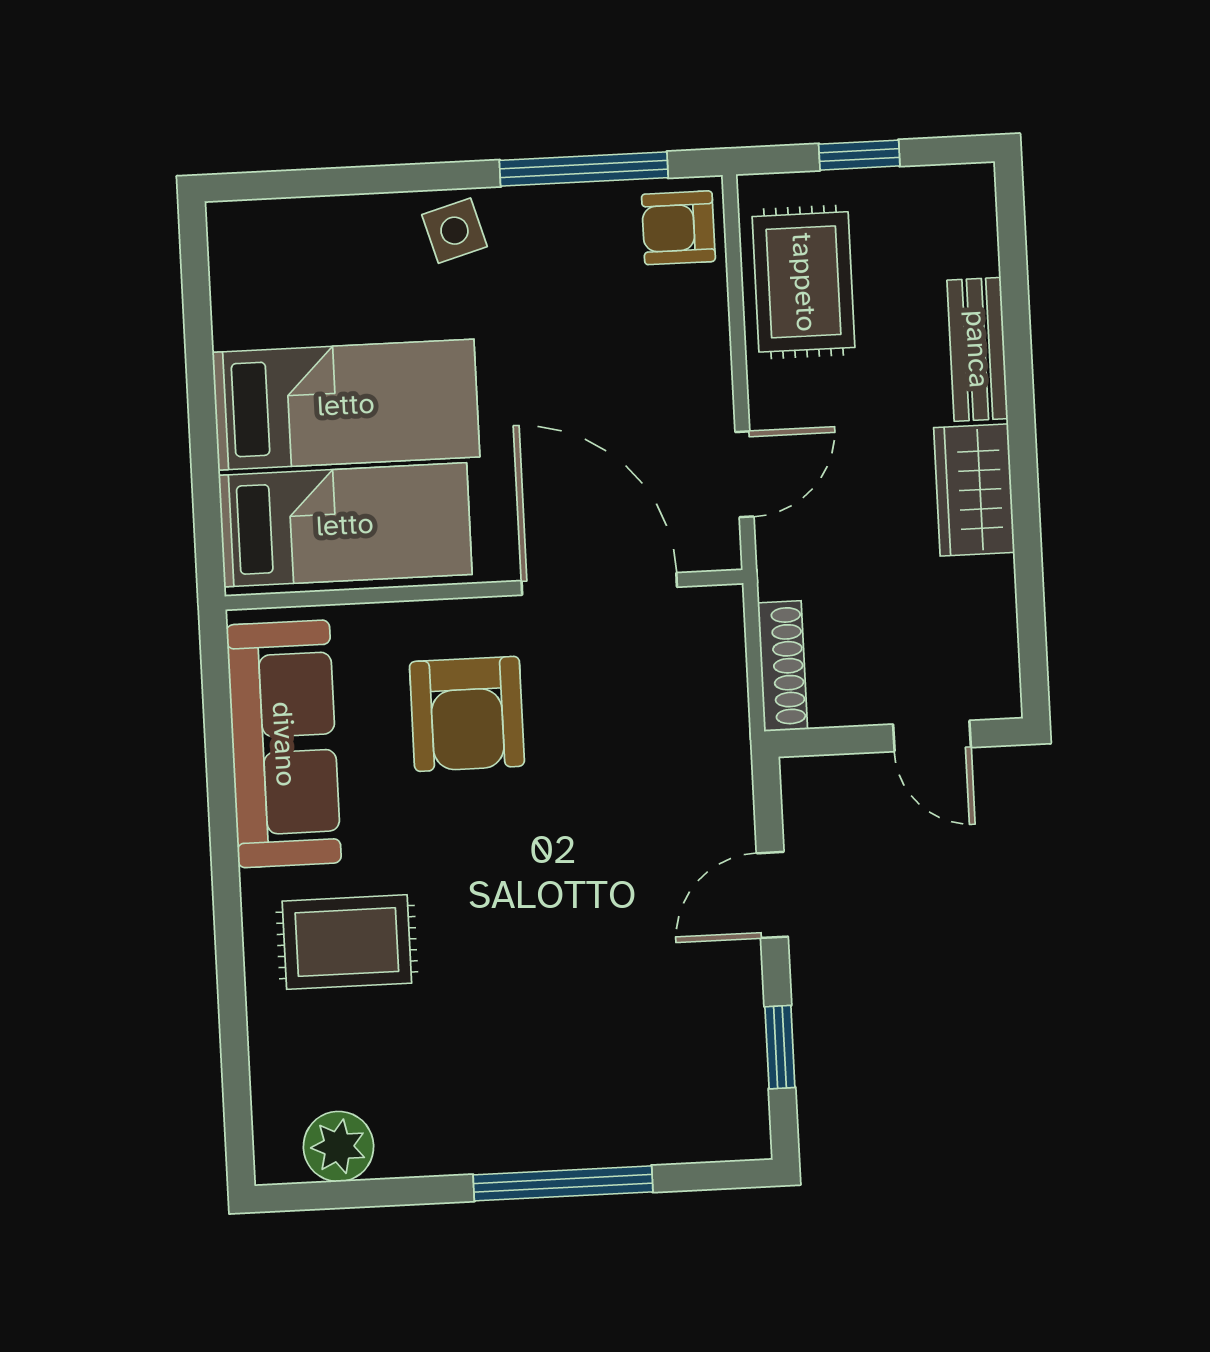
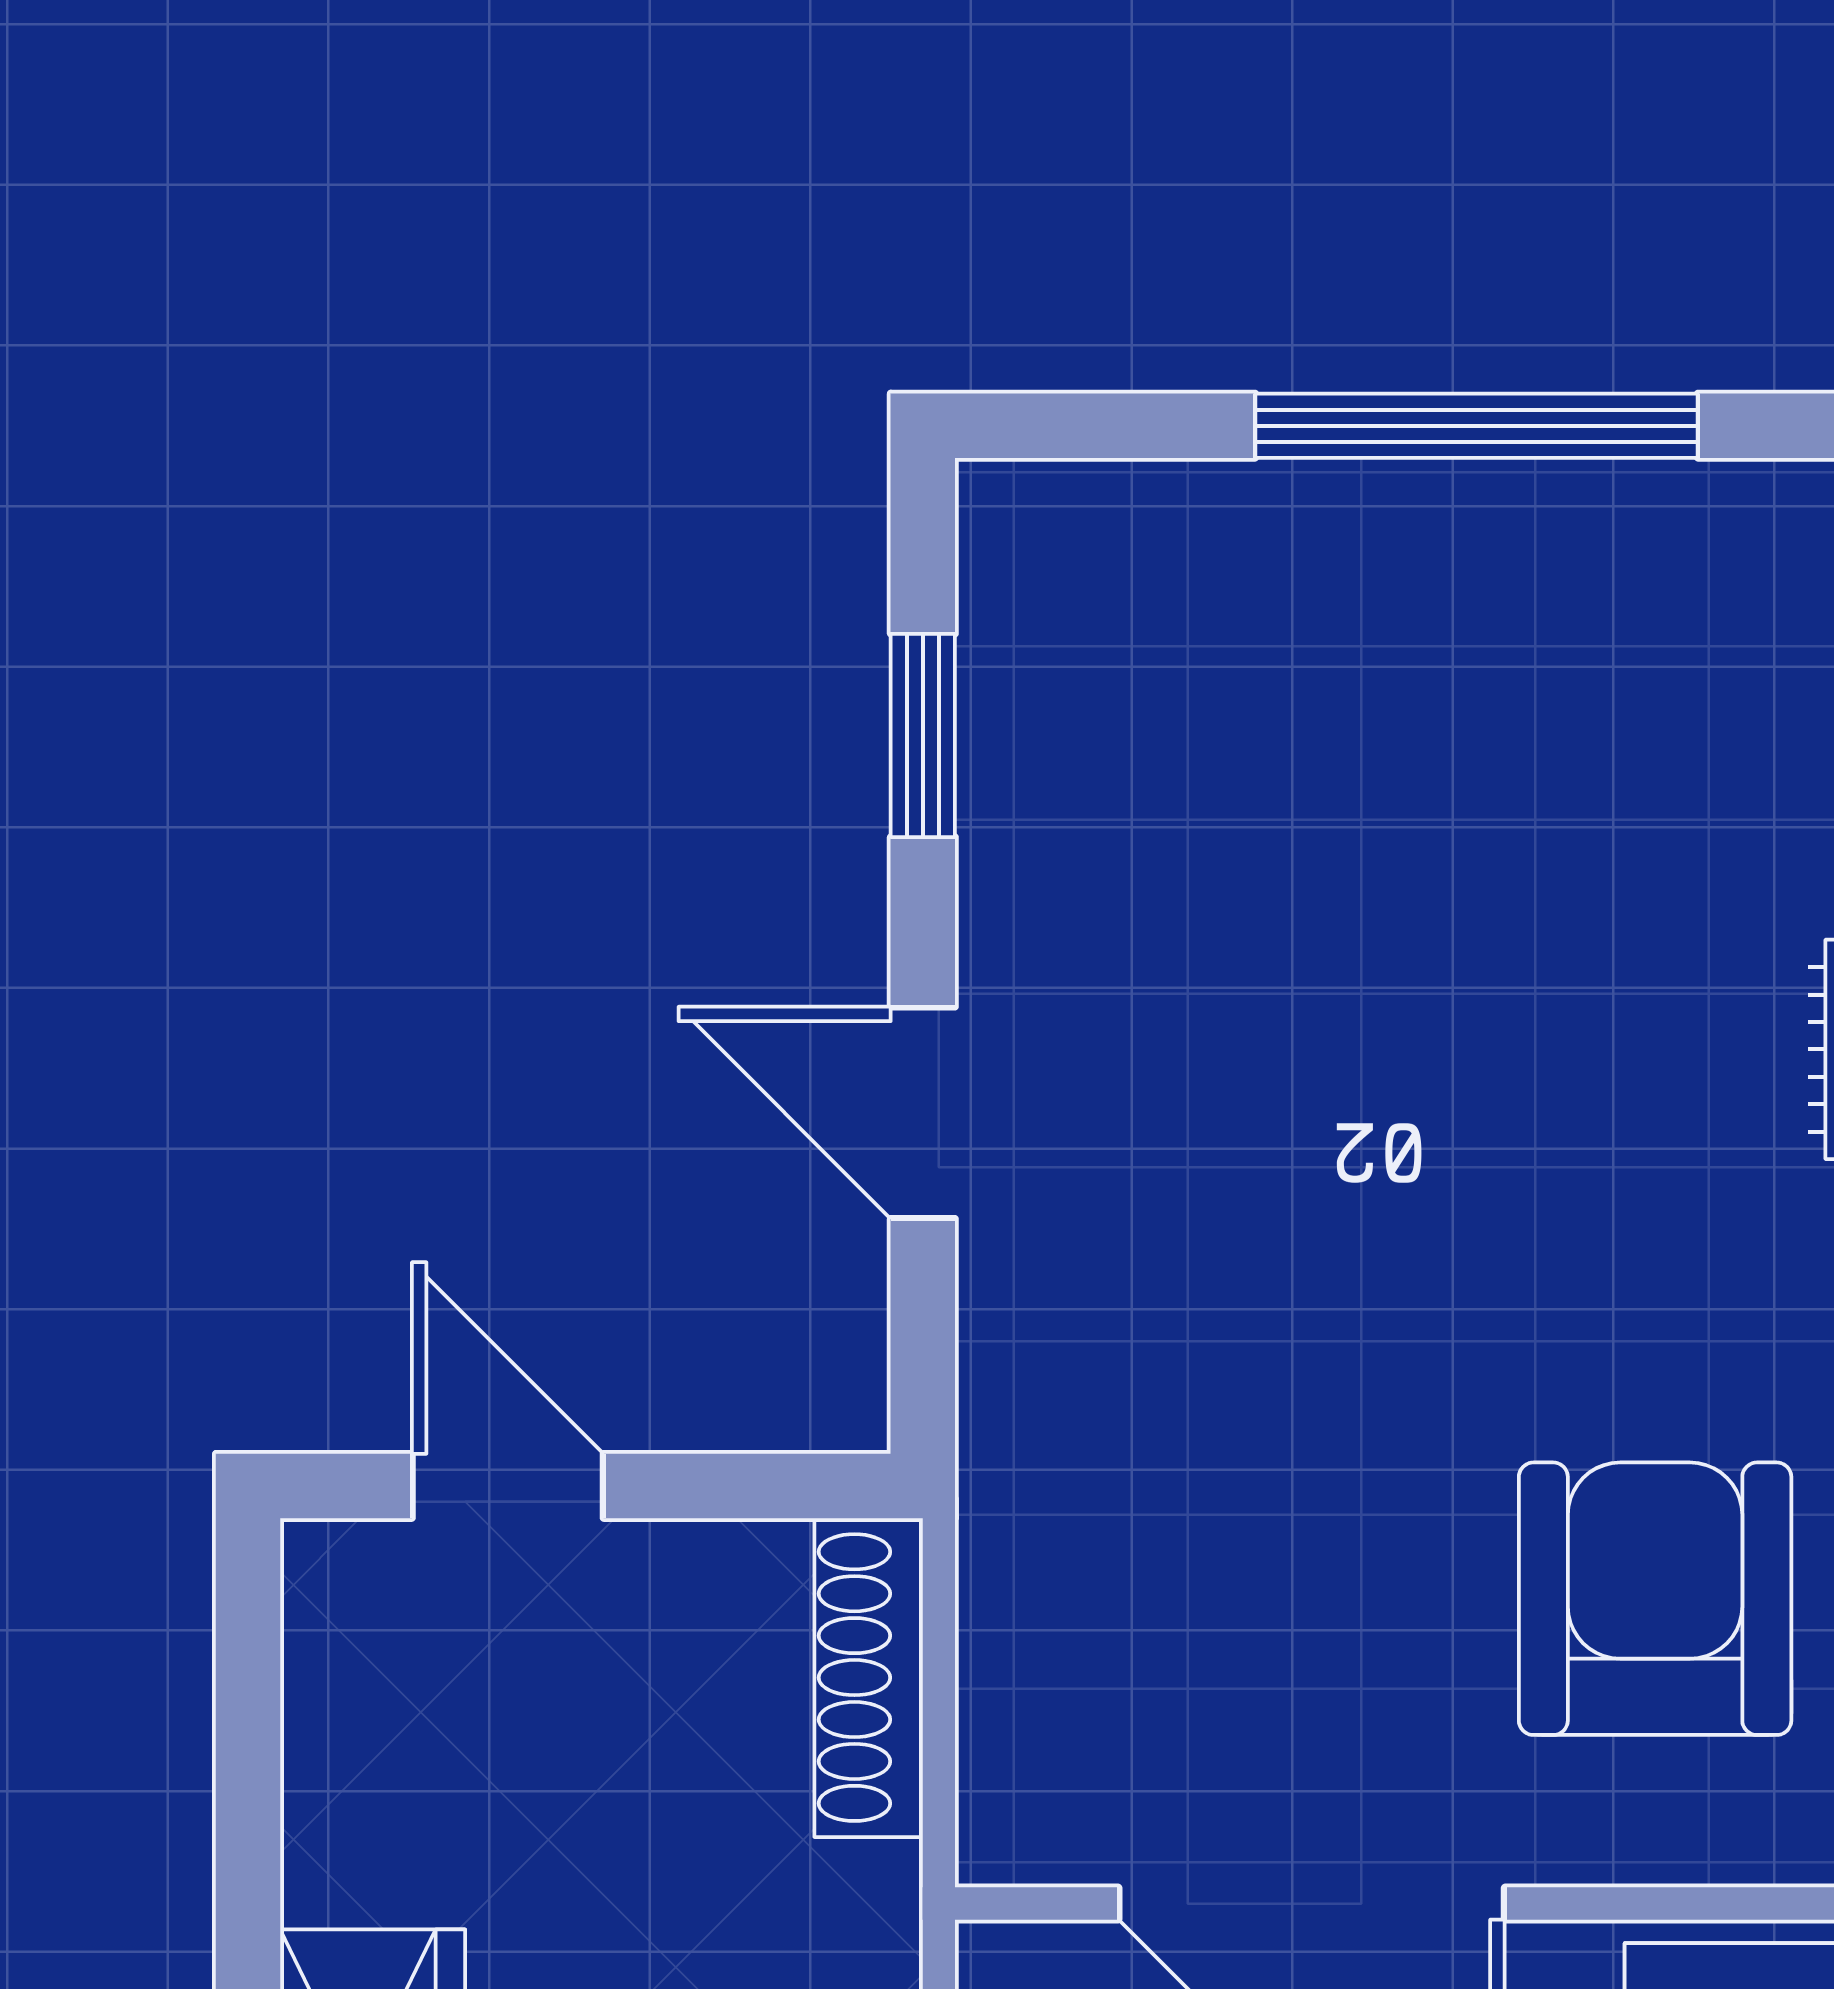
door: (772, 895) -> (923, 1113), swing flipped

